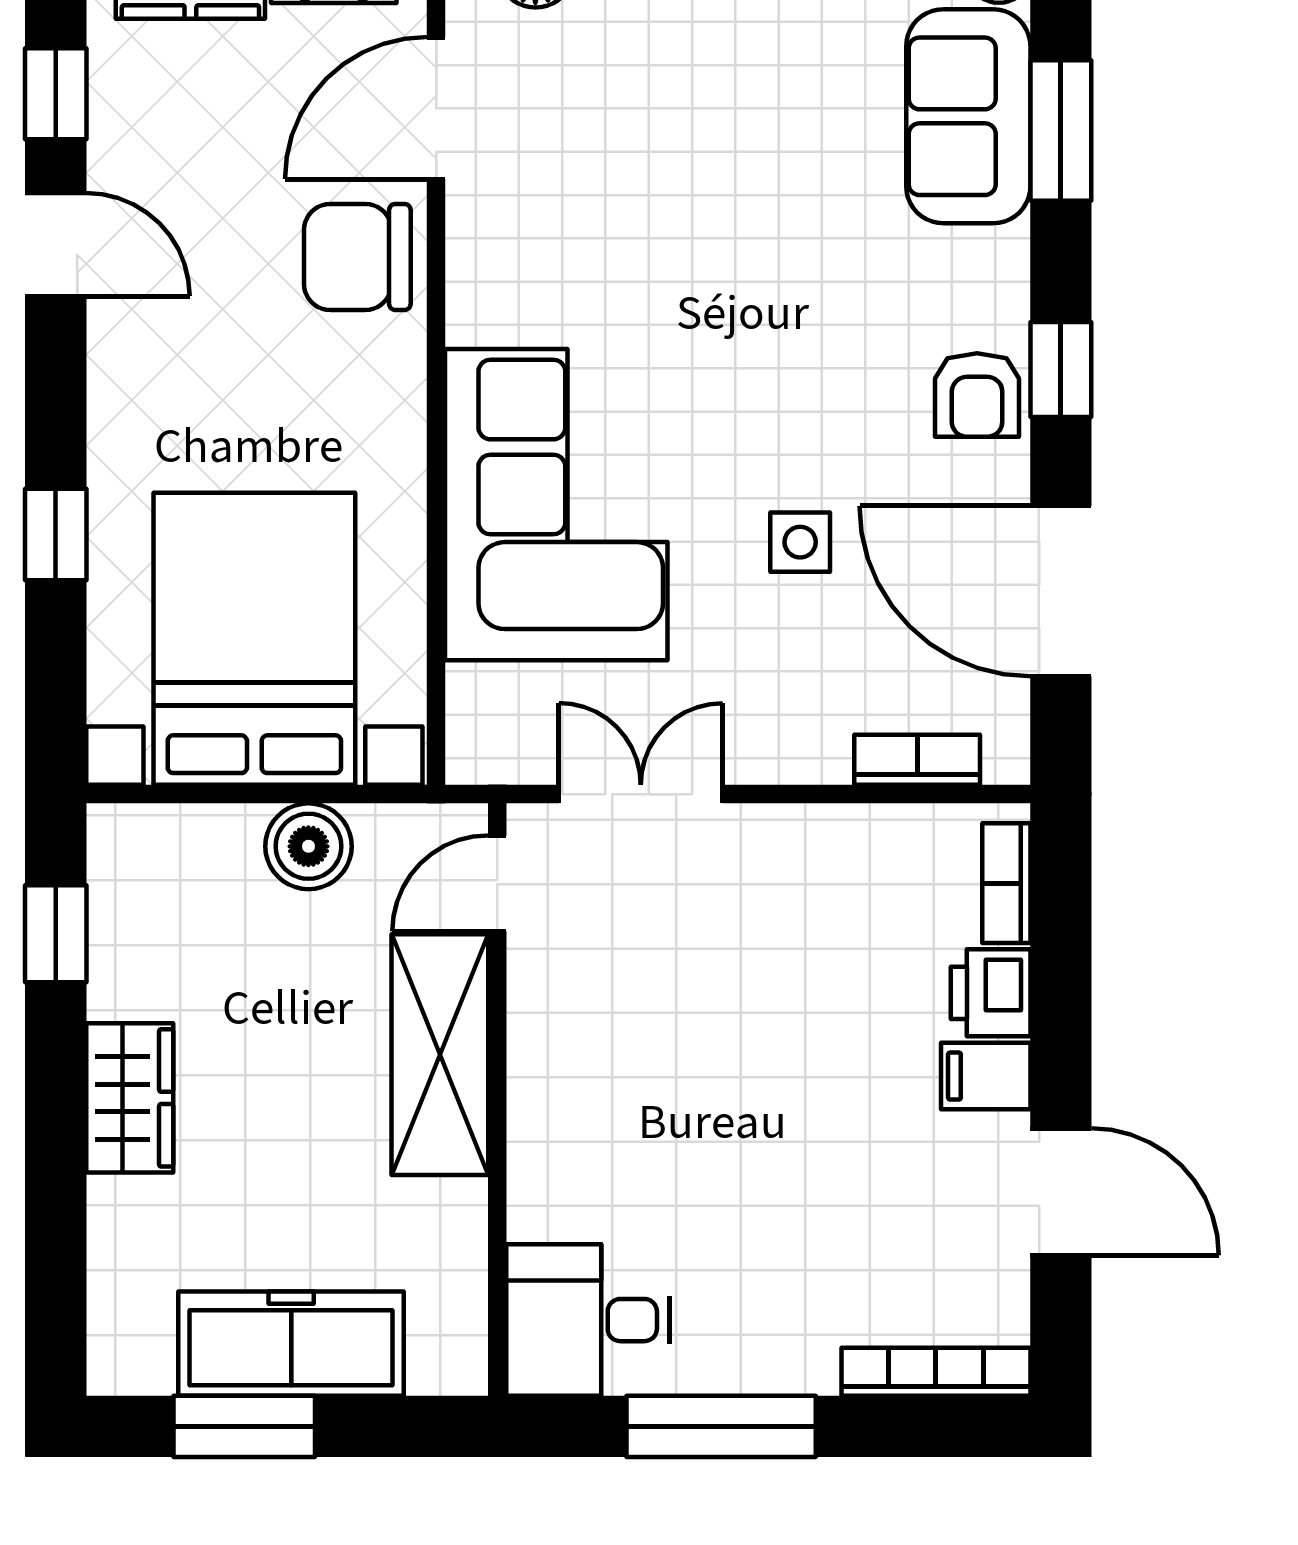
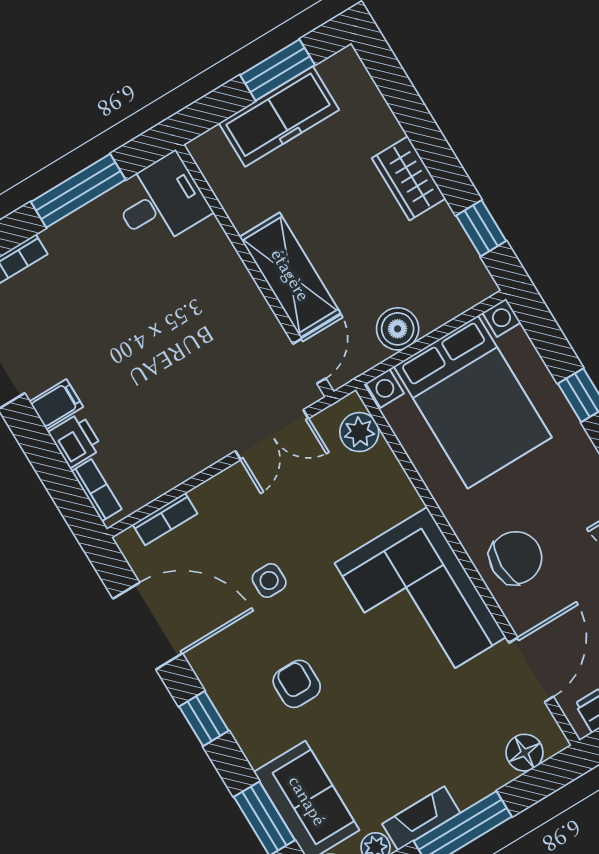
chair: (357, 257) -> (516, 558), moved
armchair: (977, 395) -> (297, 684), moved
corner sofa: (556, 505) -> (420, 600), moved
plant: (485, 706) -> (359, 432), added

